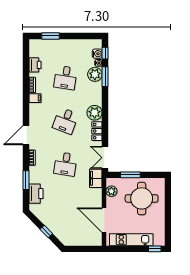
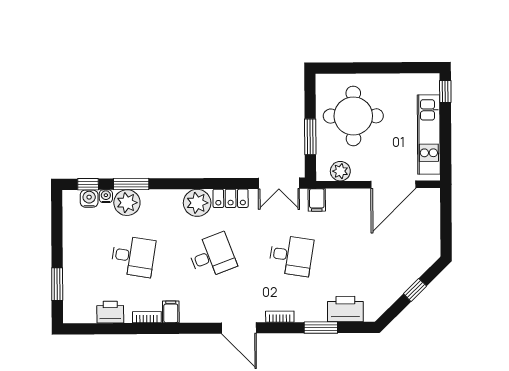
desk: (65, 121) -> (212, 256), turned -42
filing cabinet: (96, 178) -> (317, 200), width x0.50

